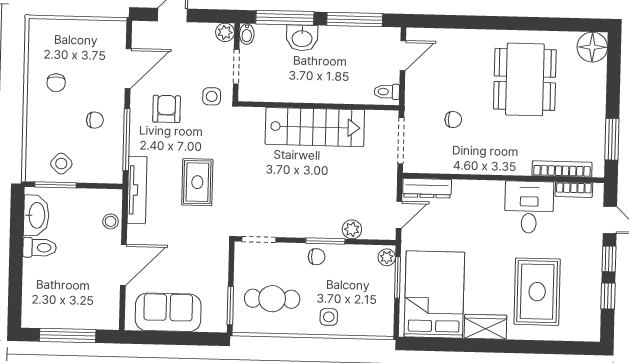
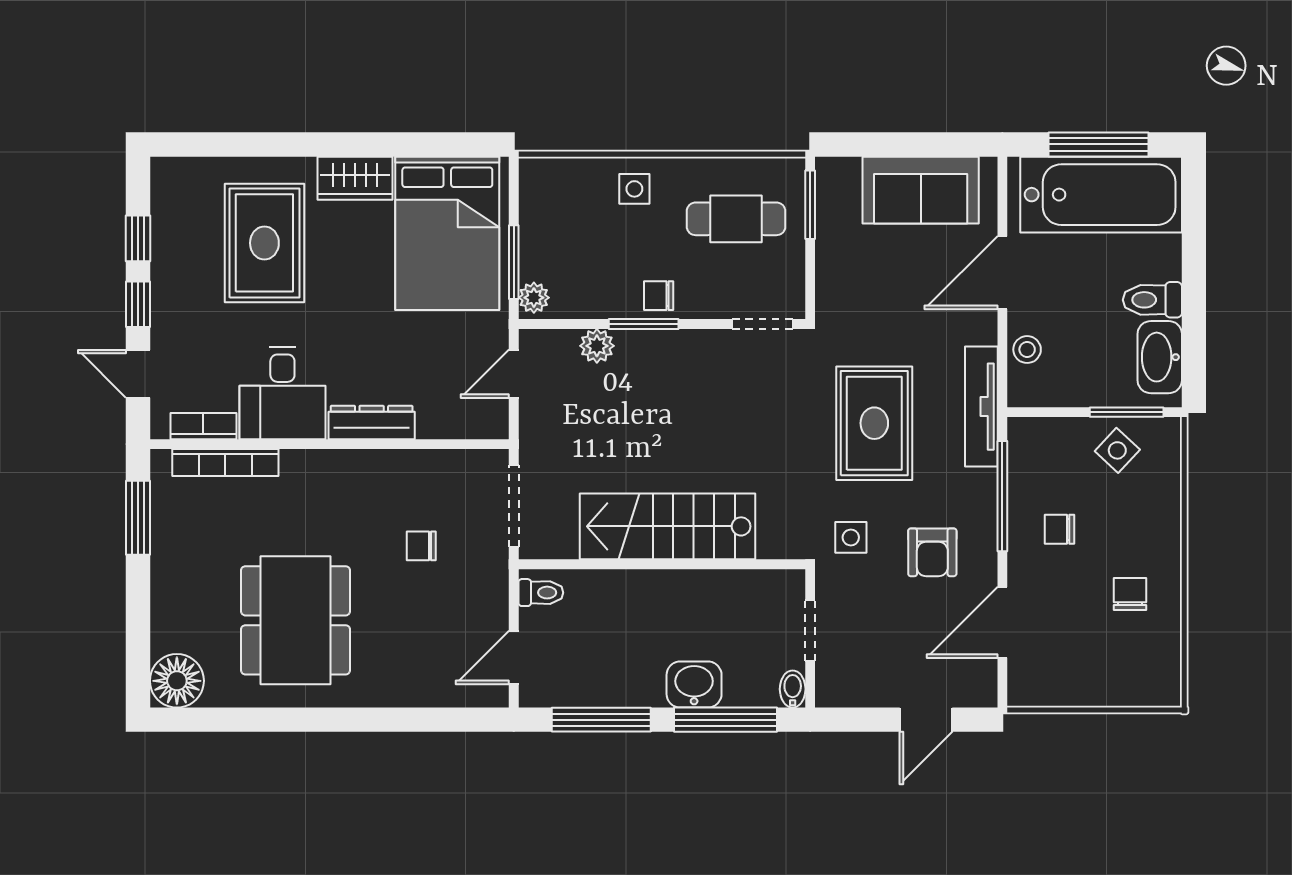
plant: (225, 32) -> (832, 691), removed
side table: (212, 96) -> (851, 537), moved
rug: (197, 182) -> (874, 423), width x1.36, depth x1.43
dresser: (427, 188) -> (372, 422), moved
bathtub: (67, 307) -> (1101, 195), added

